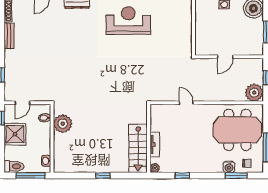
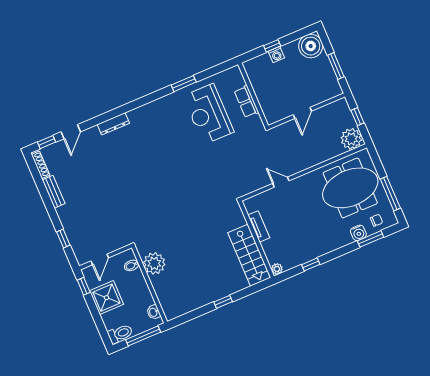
reception desk: (128, 21) -> (208, 114), moved, turned -90
row of seats: (186, 30) -> (246, 102), added
tv unit: (155, 144) -> (259, 226), moved

